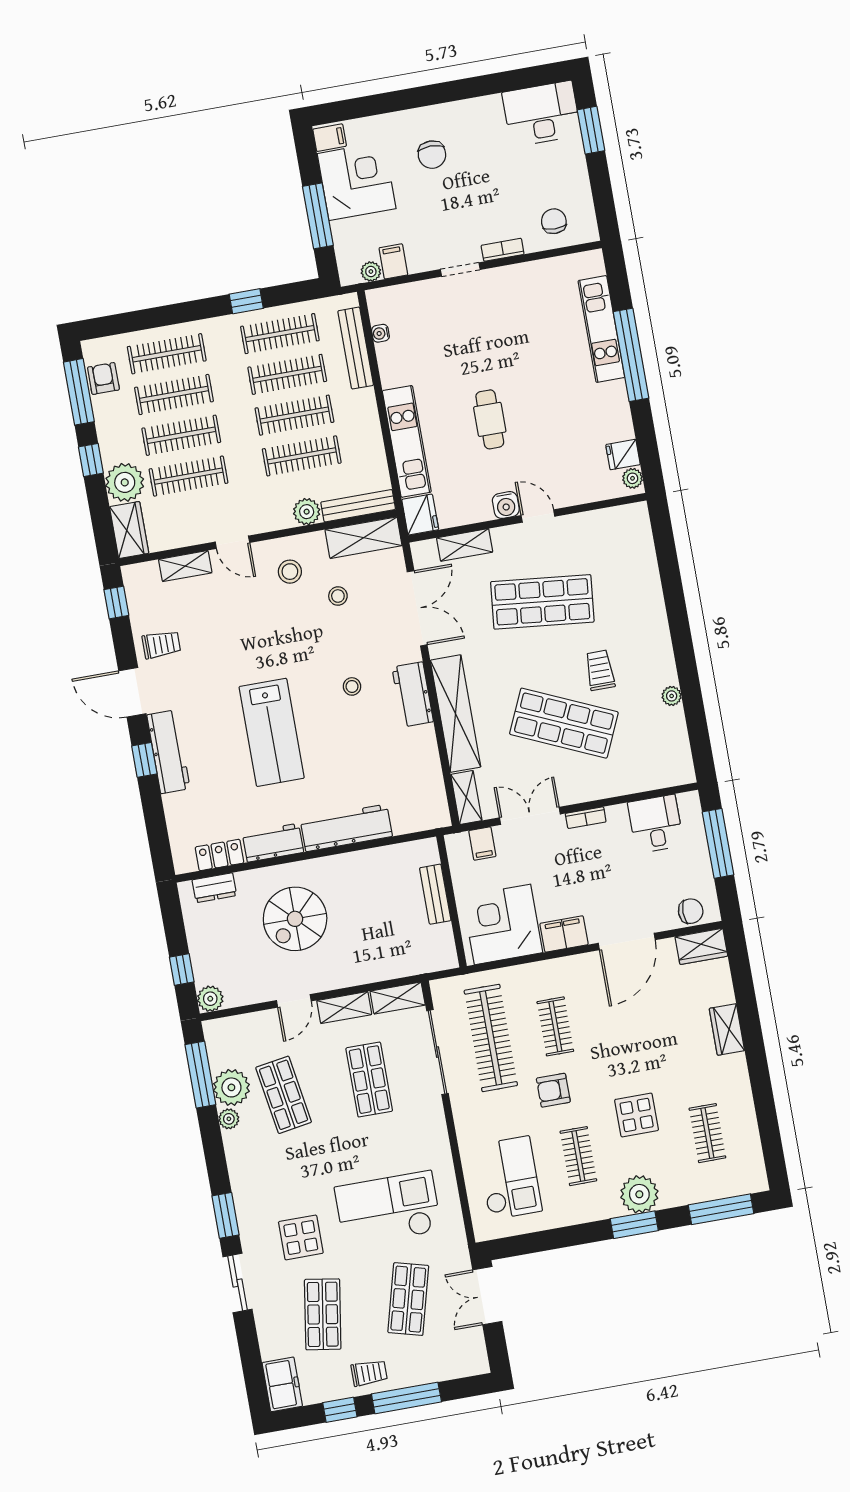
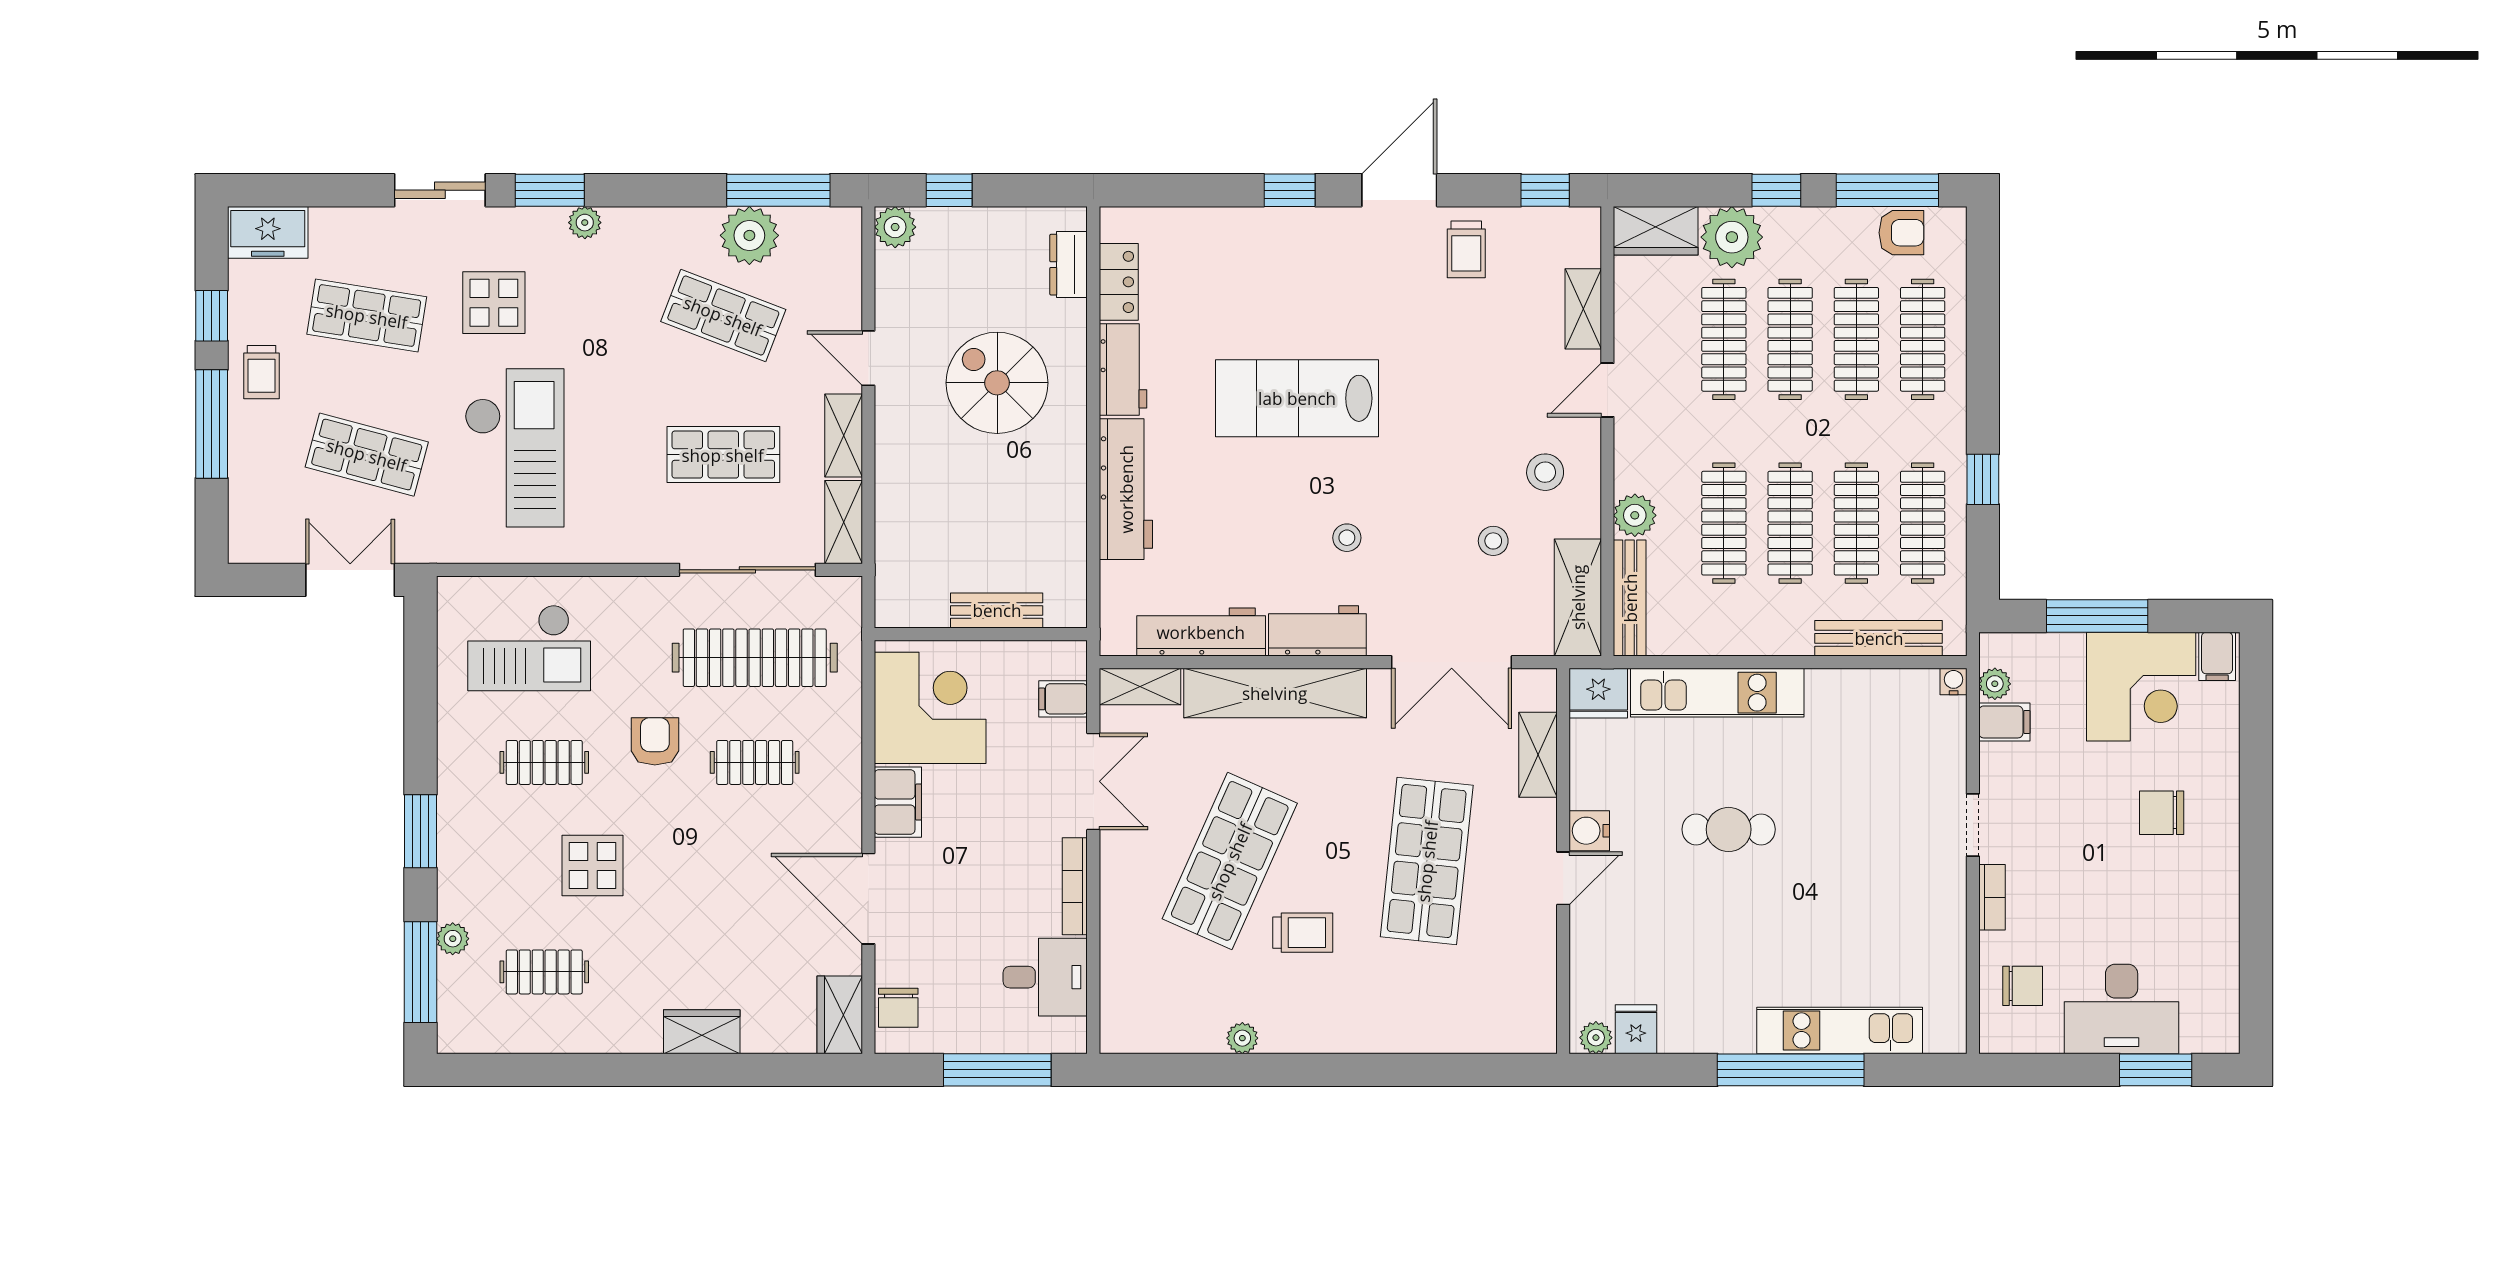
desk: (542, 114) -> (2122, 1009), moved, turned 90
water cooler: (380, 333) -> (1954, 682), moved
workbench: (168, 752) -> (1201, 632), moved, turned 180
bookcase: (586, 818) -> (1075, 886), width x1.56
shop shelf: (284, 1095) -> (723, 316), turned 30
plant: (229, 1119) -> (585, 223), moved
plant: (639, 1194) -> (453, 939), moved, width x0.53, depth x0.53

